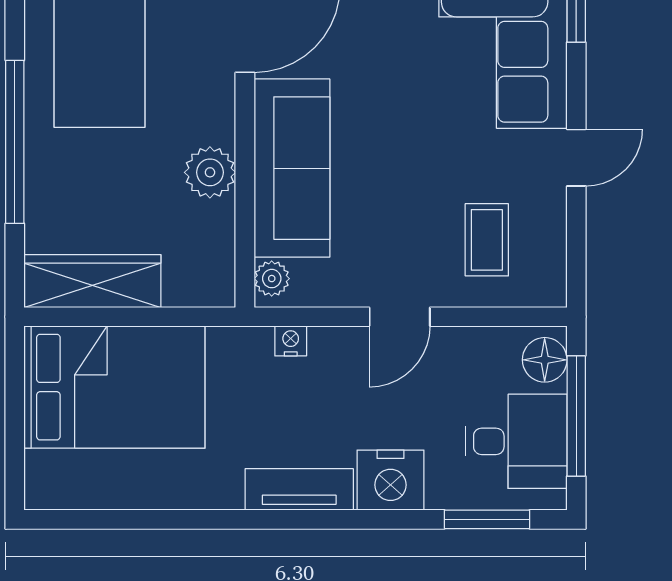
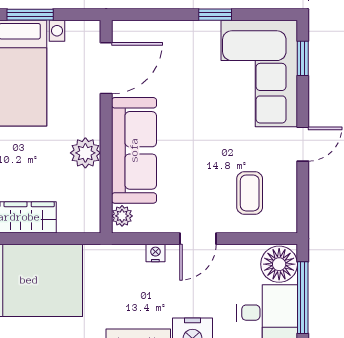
nightstand: (291, 341) -> (155, 253), moved
floor lamp: (545, 360) -> (279, 264), width x1.38, depth x1.38

